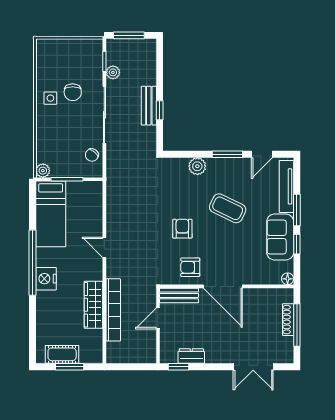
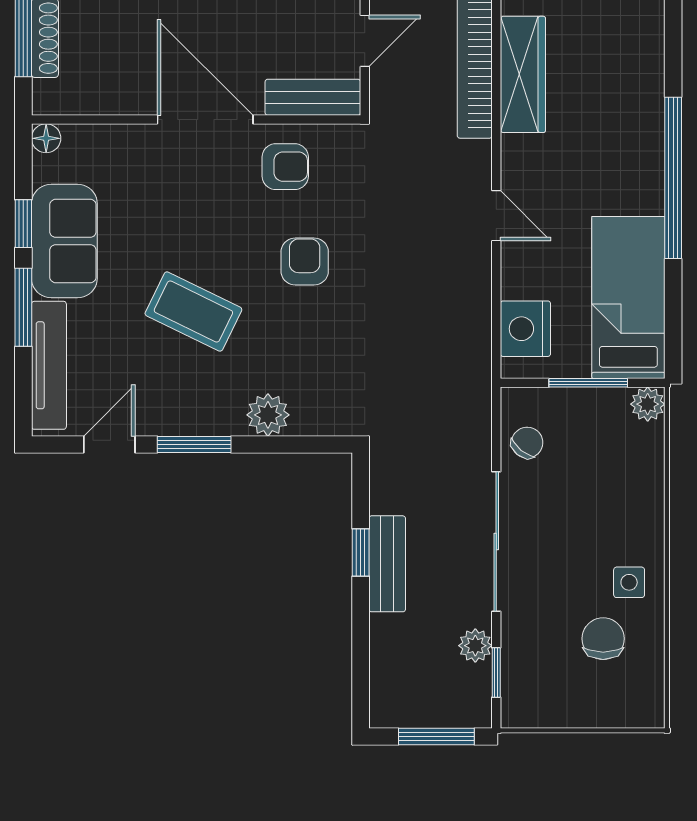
chair: (73, 92) -> (603, 639), moved
armchair: (182, 229) -> (305, 262), turned 180
nightstand: (46, 279) -> (525, 329), moved, turned 180

